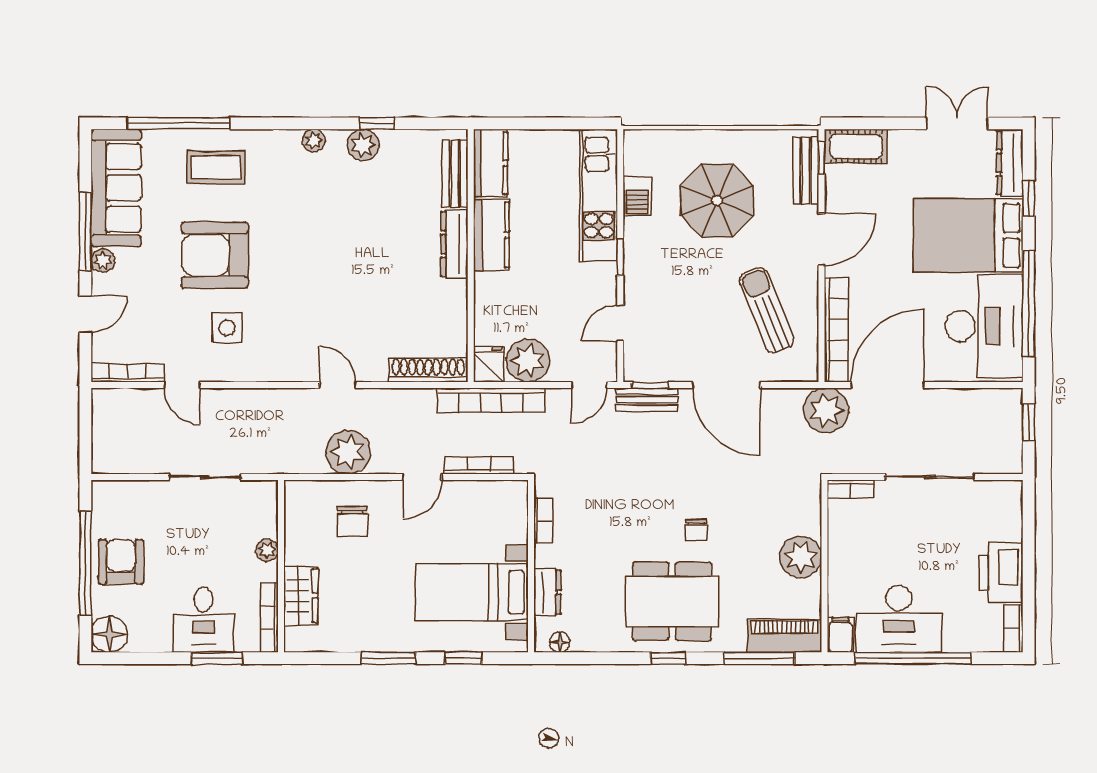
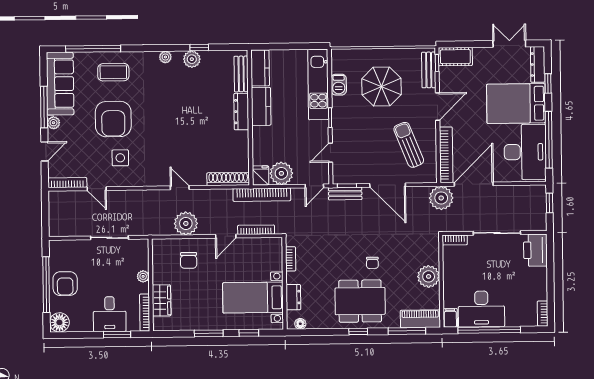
armchair: (215, 255) -> (113, 119), turned -90
armchair: (121, 562) -> (65, 284), turned 180
printer: (1001, 572) -> (535, 250), moved

